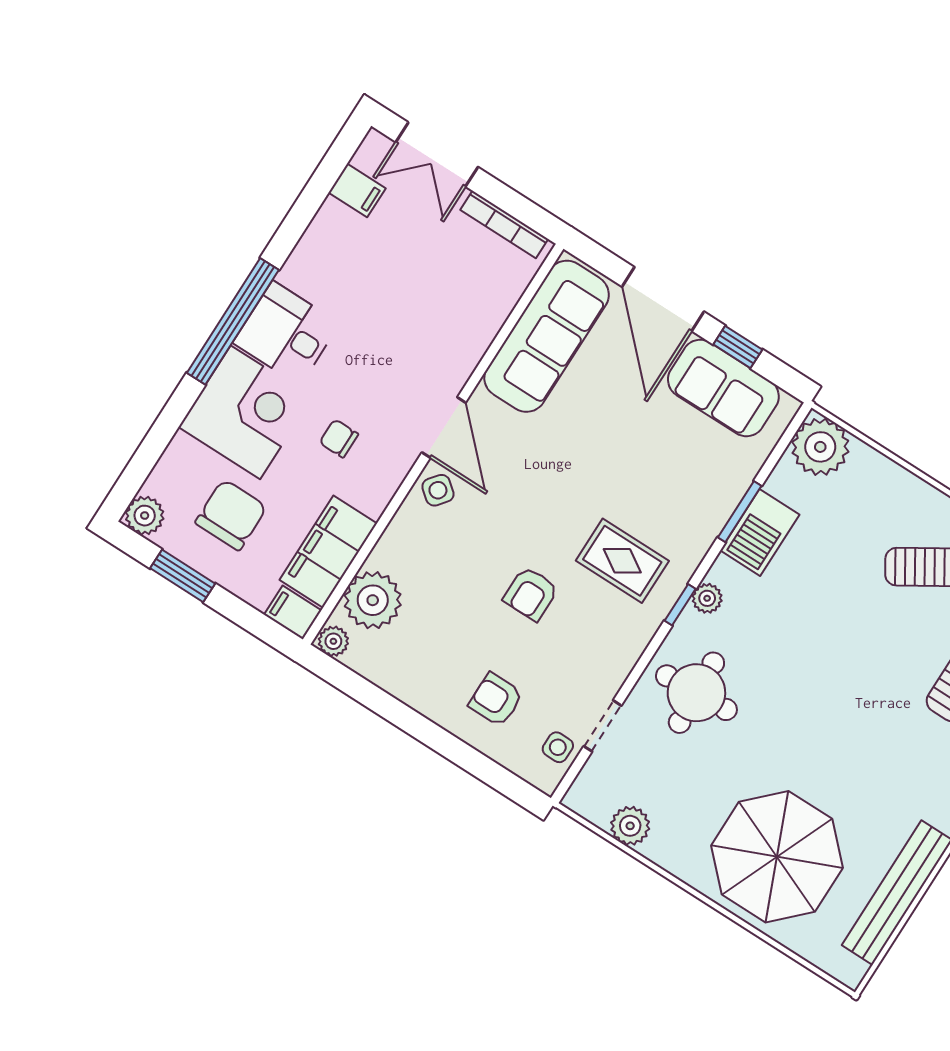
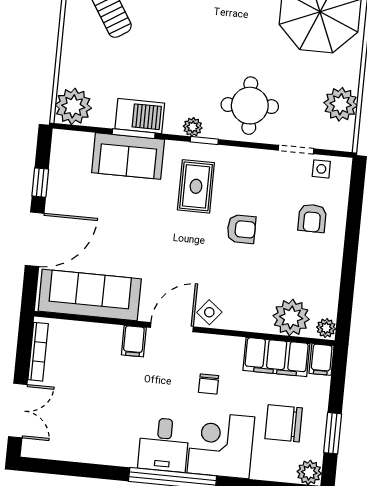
filing cabinet: (357, 190) -> (134, 341), moved, turned 180
sofa: (723, 388) -> (128, 156), moved, turned 90
plant: (630, 826) -> (341, 104), width x1.36, depth x1.36

